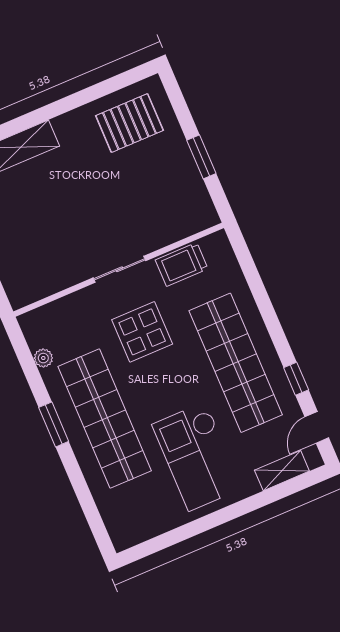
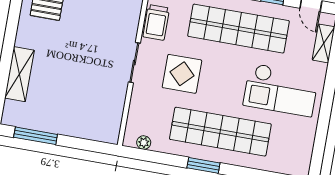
plant: (43, 358) -> (144, 143), moved

